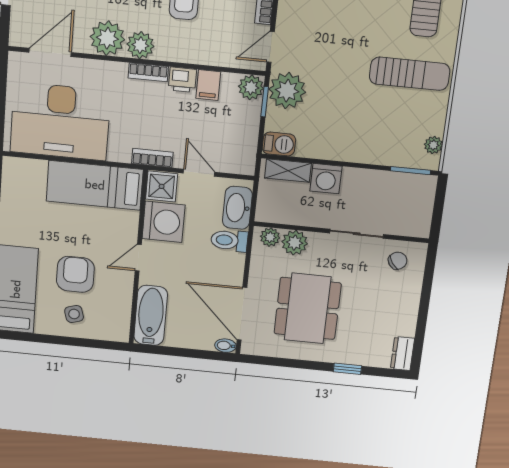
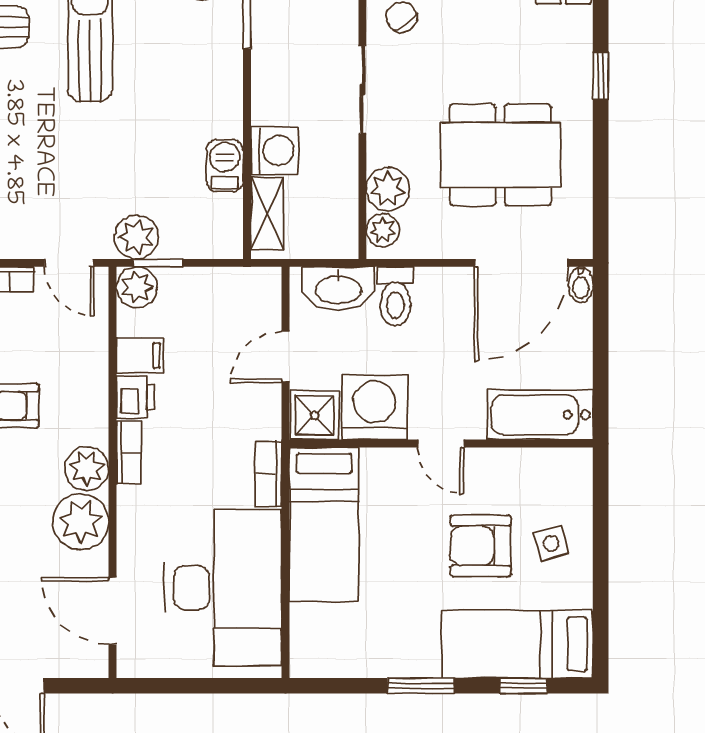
plant: (287, 91) -> (136, 237), width x0.73, depth x0.73
barbecue: (279, 144) -> (225, 166), moved
bookcase: (152, 158) -> (269, 474), moved

